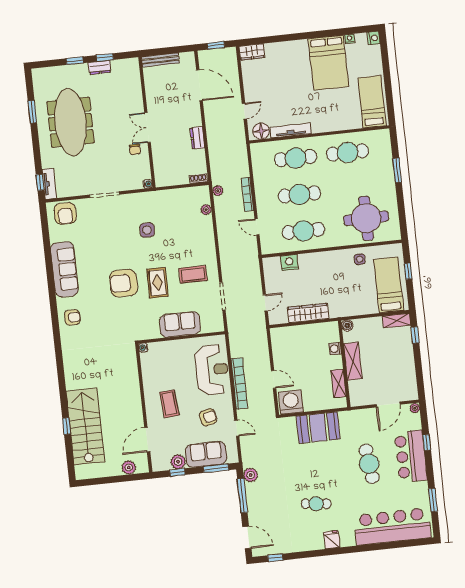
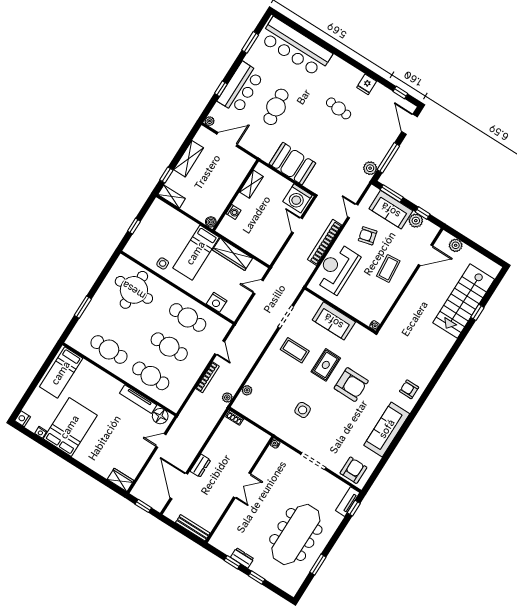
dresser: (197, 138) -> (200, 466), moved
chair: (135, 149) -> (264, 477), removed
bed: (389, 285) -> (196, 253), moved
shelving: (353, 361) -> (189, 159), moved
fridge: (332, 540) -> (367, 84), moved

